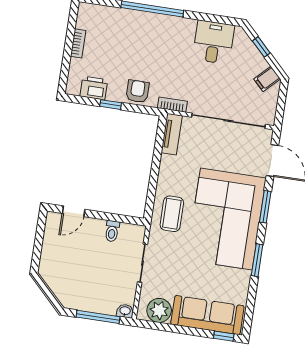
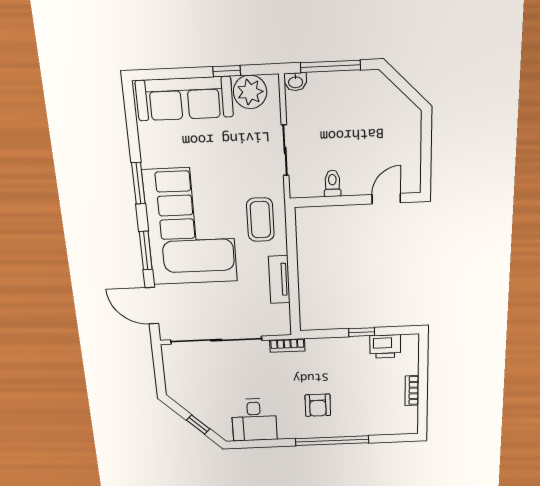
filing cabinet: (267, 79) -> (183, 393), removed
armchair: (138, 91) -> (318, 405), moved
tv unit: (172, 134) -> (279, 280), moved
window: (224, 336) -> (227, 71), moved

